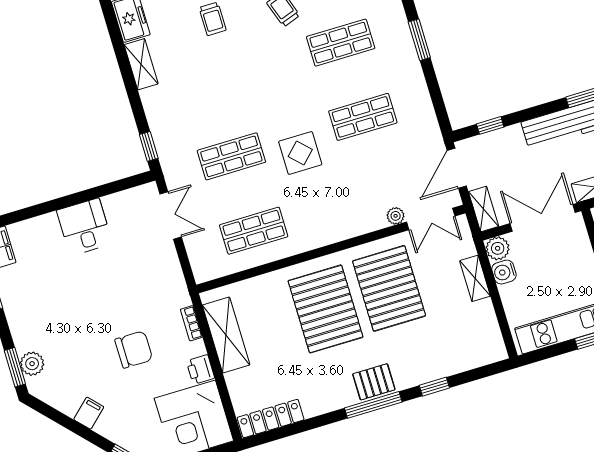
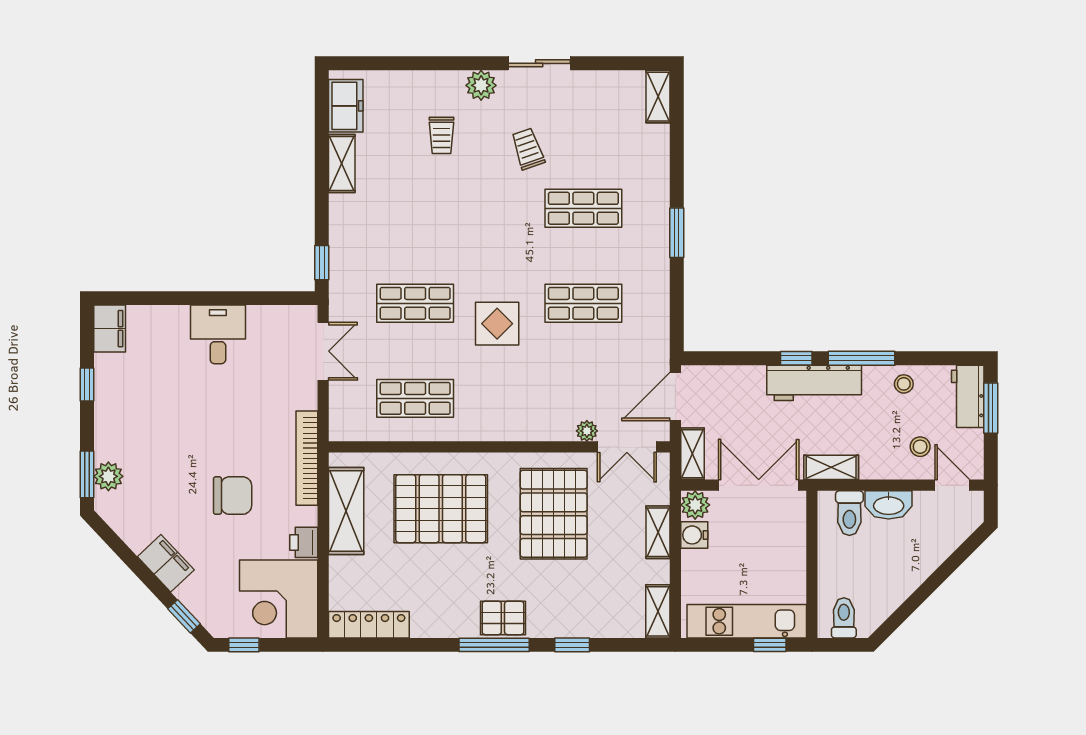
window: (490, 125) -> (796, 358), moved
pallet: (326, 309) -> (441, 509), moved, turned 90
bookcase: (191, 323) -> (307, 458), width x2.31, depth x1.31
shelving: (493, 340) -> (658, 611), added
filing cabinet: (89, 413) -> (166, 563), width x2.00

